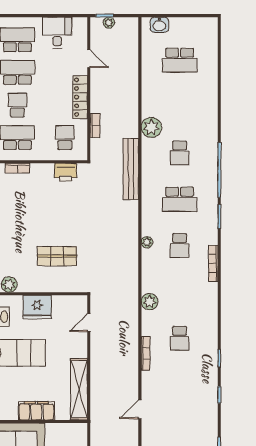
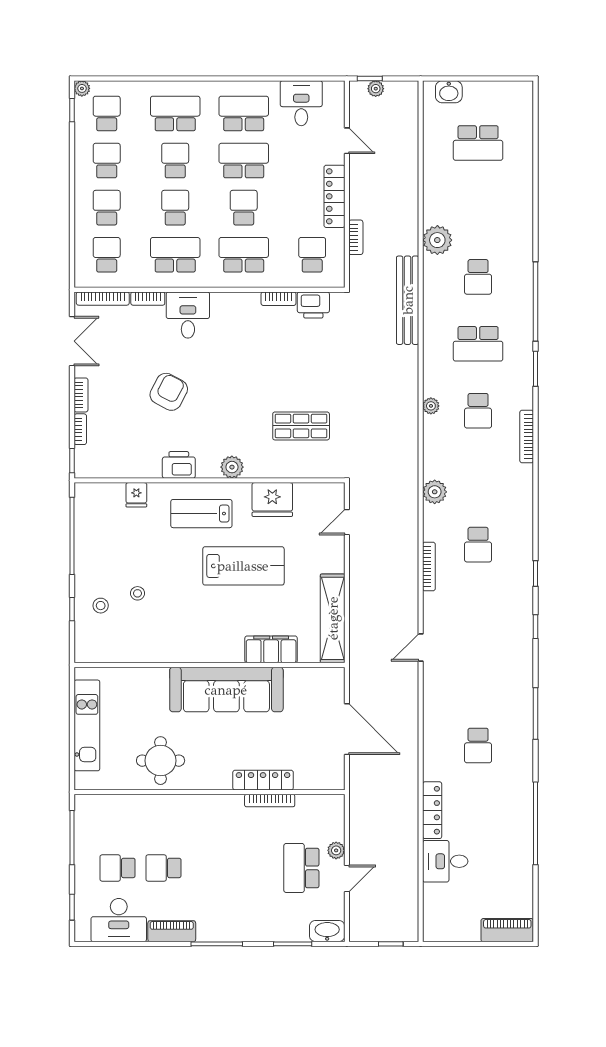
bookcase: (17, 168) -> (279, 299), moved

